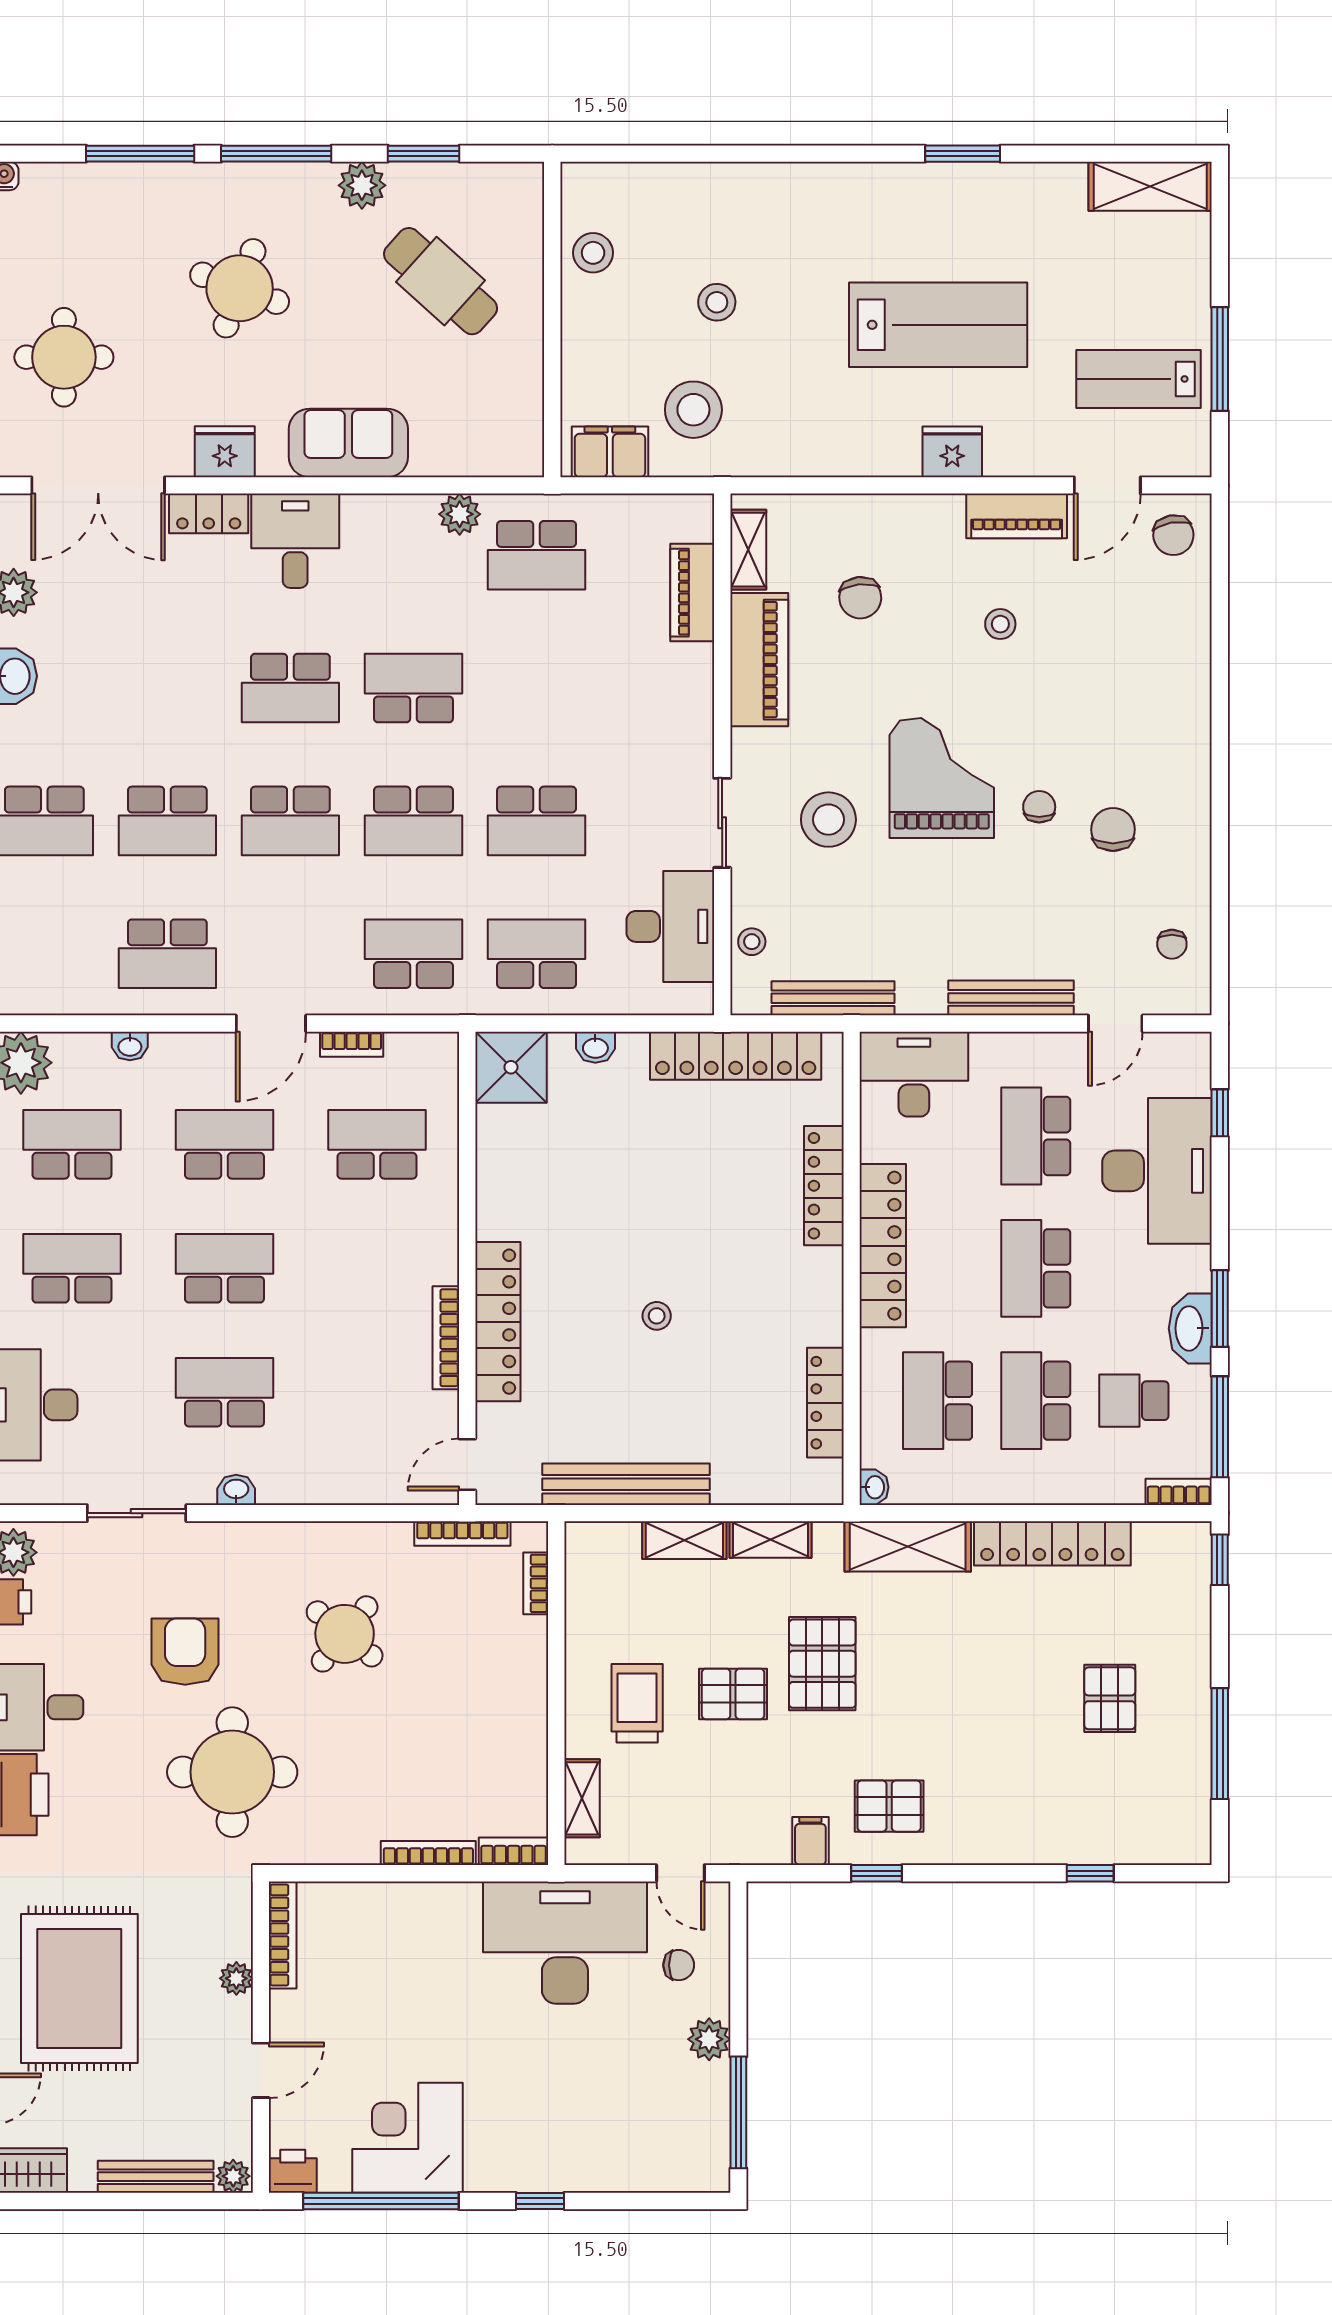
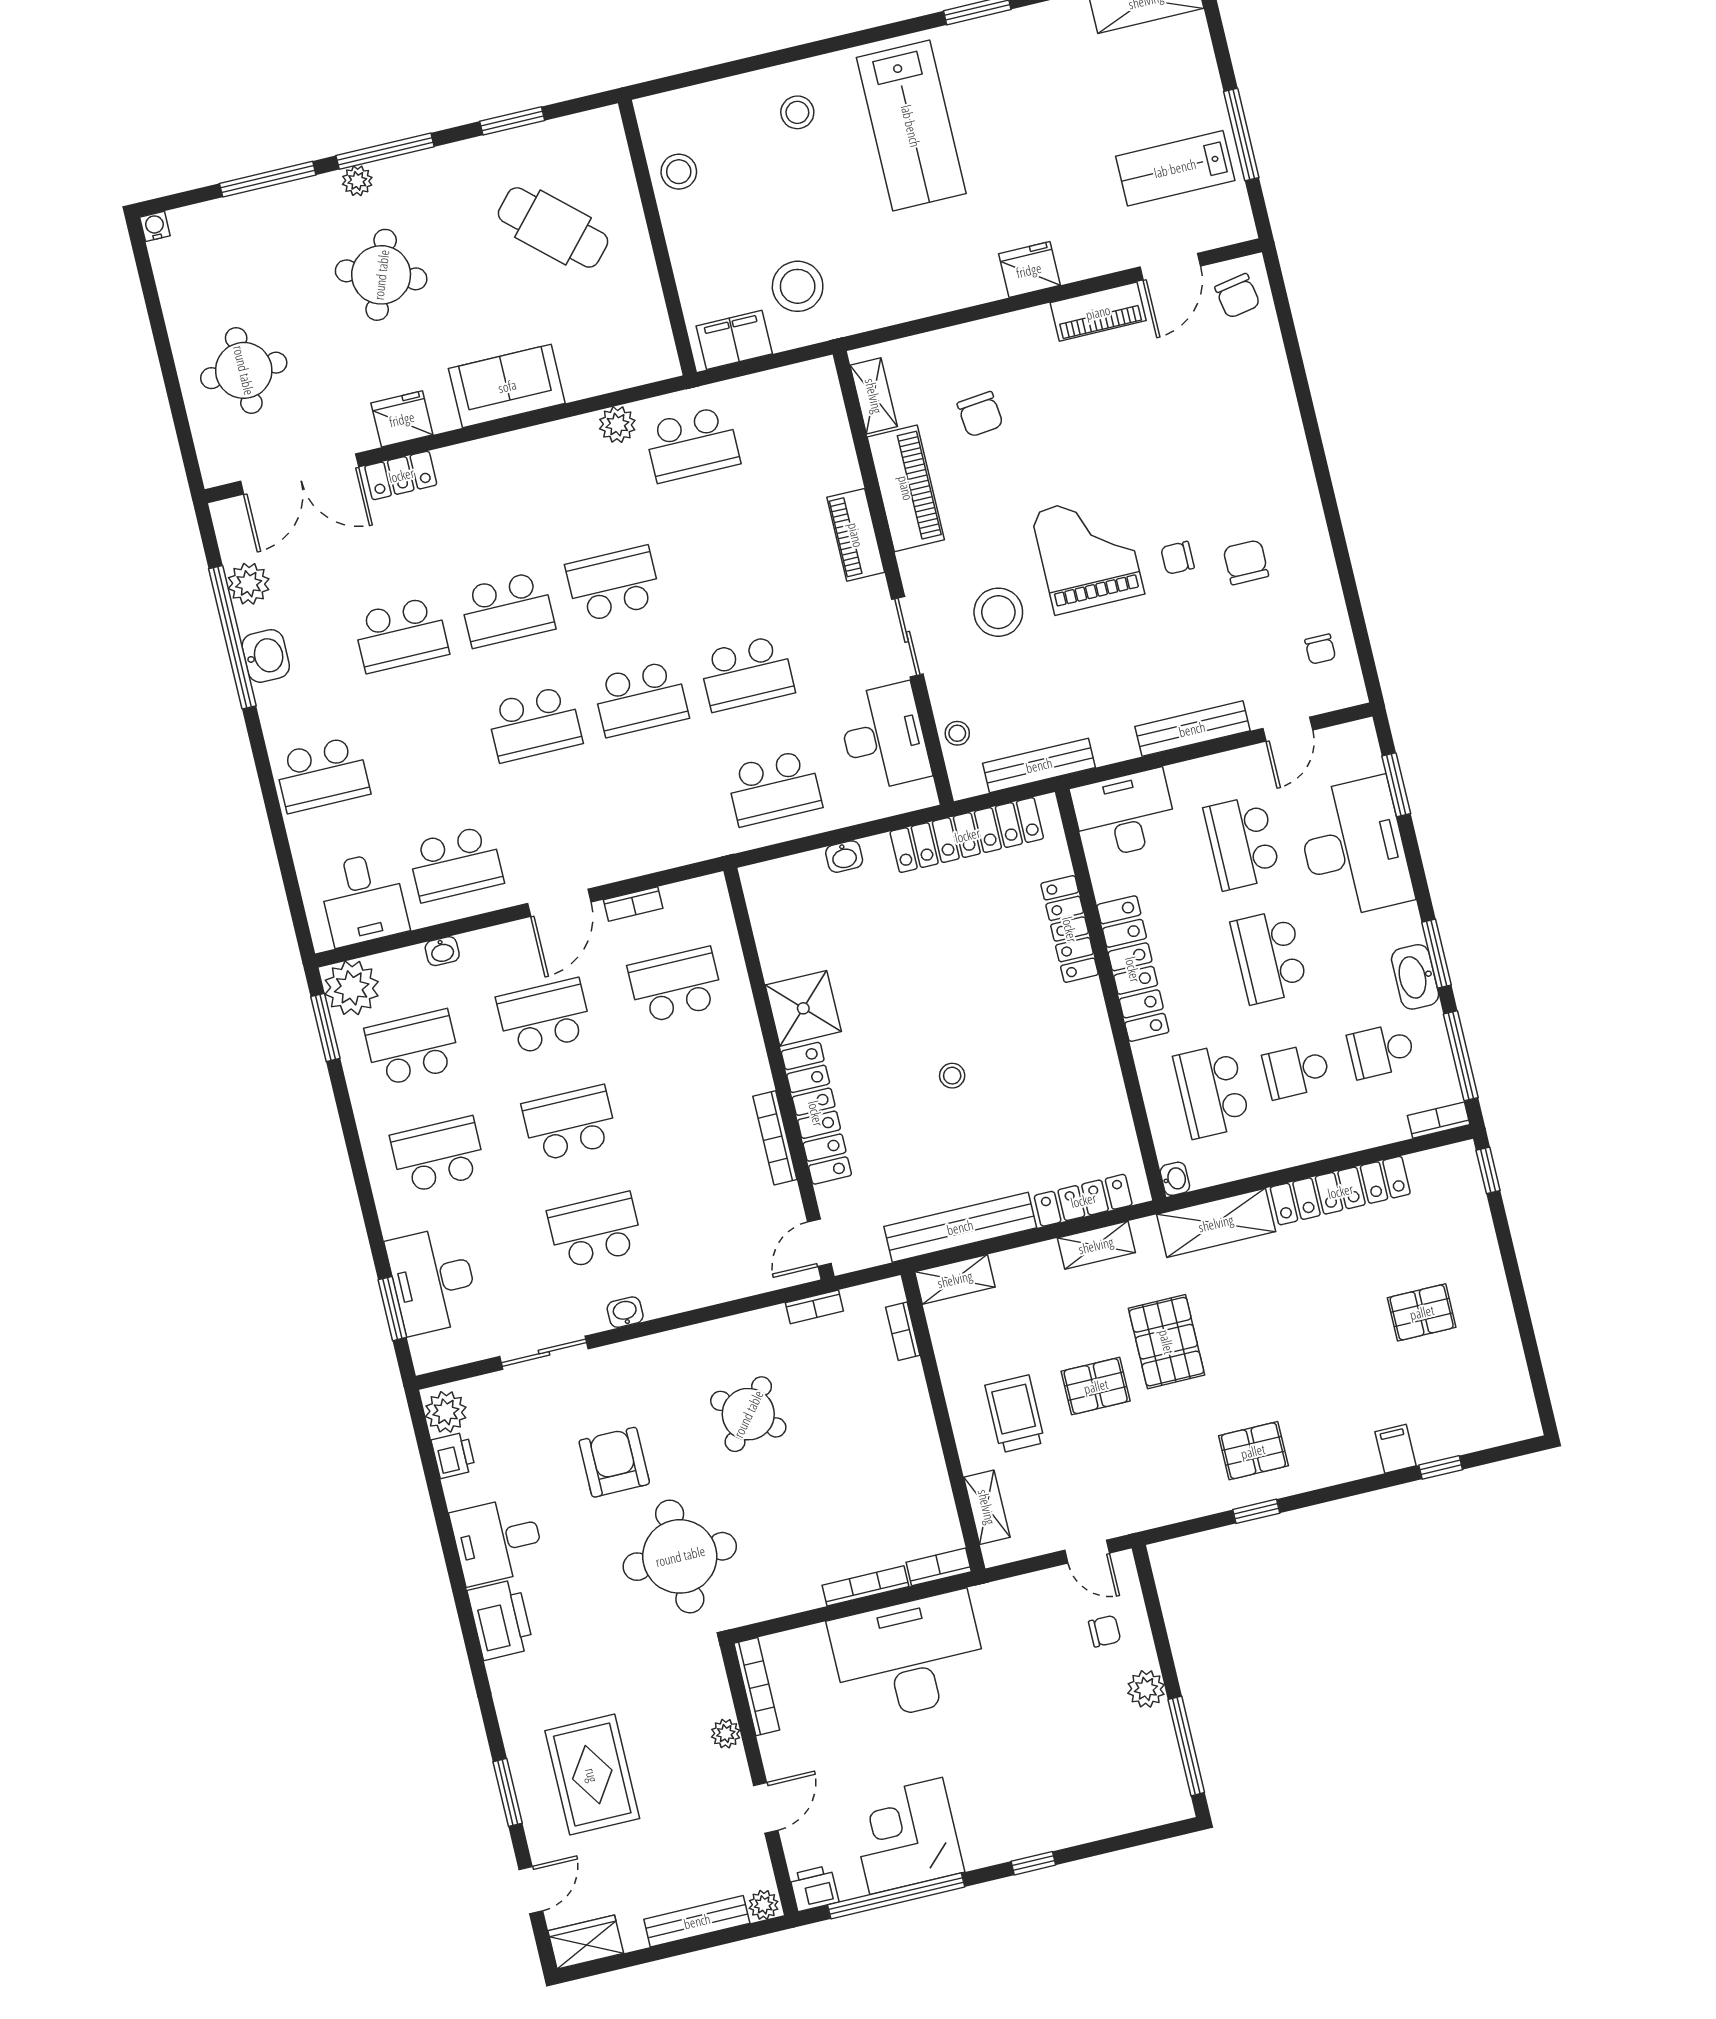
plant: (362, 185) -> (357, 181), moved, width x0.73, depth x0.73
stool: (717, 302) -> (797, 112), moved
lab bench: (938, 325) -> (911, 126), moved, turned 90
desk: (295, 541) -> (363, 899), moved, turned 180
piano: (692, 593) -> (856, 535), moved
stool: (1000, 624) -> (1106, 408), removed
chair: (1039, 807) -> (1177, 558), turned -90
school desk: (167, 821) -> (401, 635), moved
school desk: (413, 954) -> (668, 813), removed
school desk: (537, 954) -> (774, 788), turned 180
shower: (511, 1067) -> (803, 1008), moved
window: (1220, 1113) -> (1396, 785), width x1.50
school desk: (1036, 1401) -> (1297, 1071), width x0.54
locker: (825, 1403) -> (1083, 1200), moved, turned 90
bookcase: (462, 1533) -> (814, 1307), width x0.64
shelving: (684, 1540) -> (955, 1279), moved
pallet: (1110, 1698) -> (1422, 1312), turned 90
window: (1220, 1744) -> (1526, 1329), removed
filing cabinet: (810, 1841) -> (1395, 1449), moved
desk: (565, 1943) -> (909, 1657), moved
rug: (79, 1988) -> (592, 1775), width x0.73, depth x0.69

